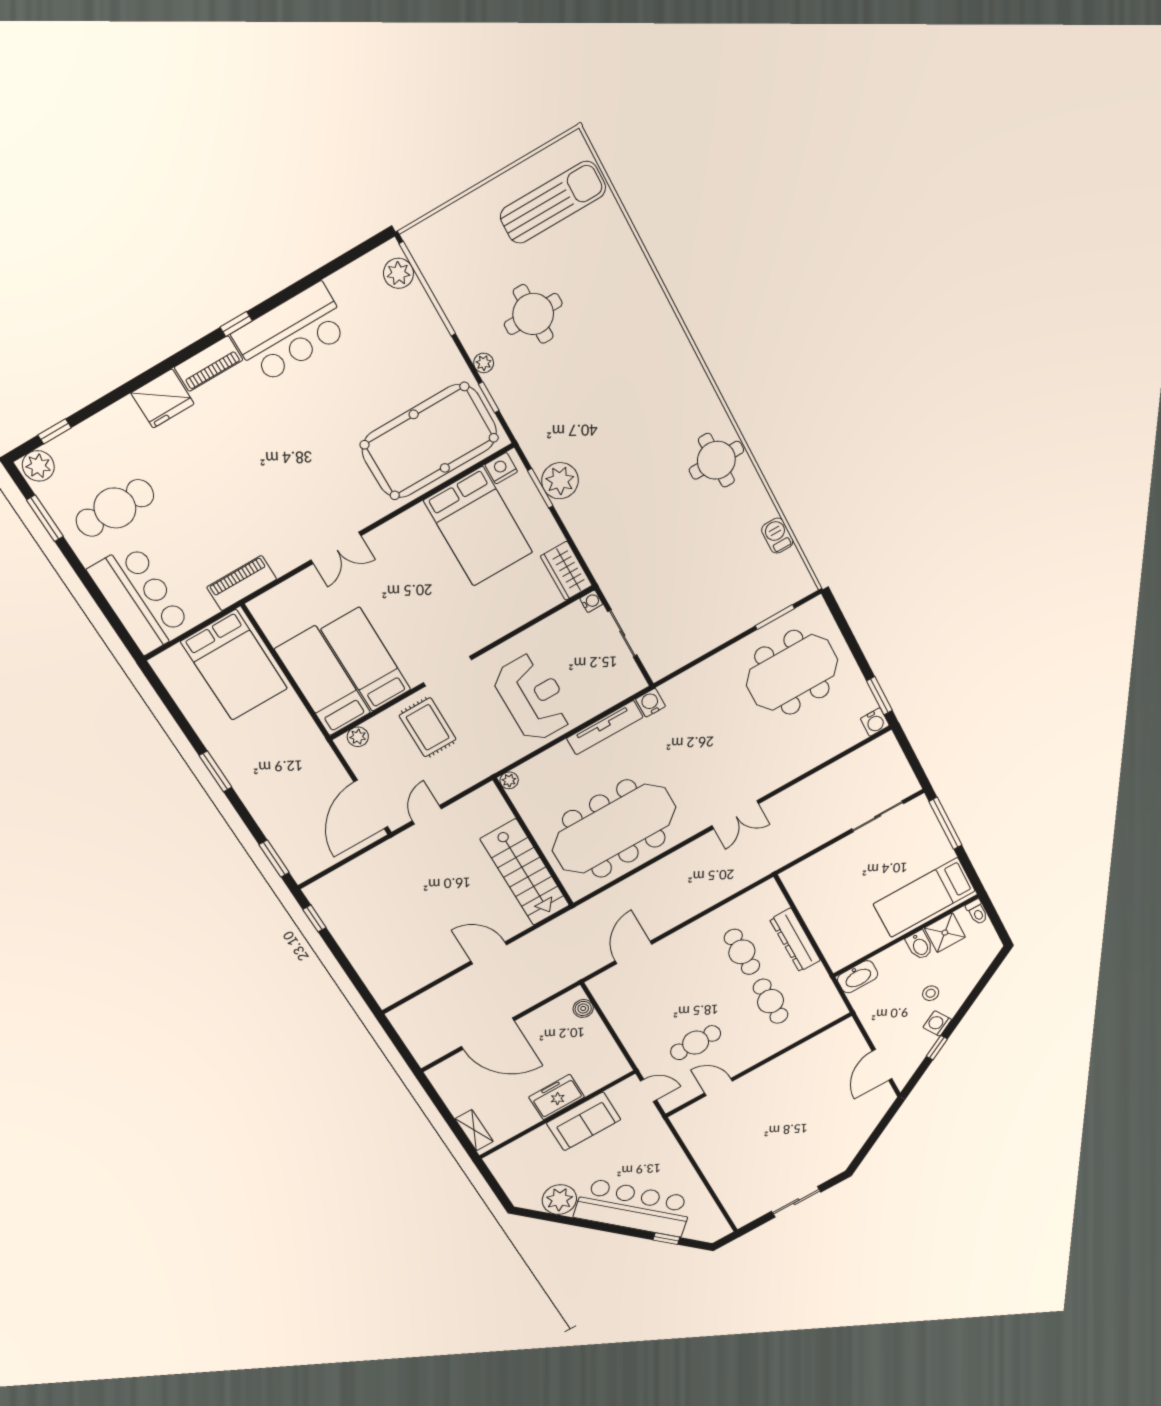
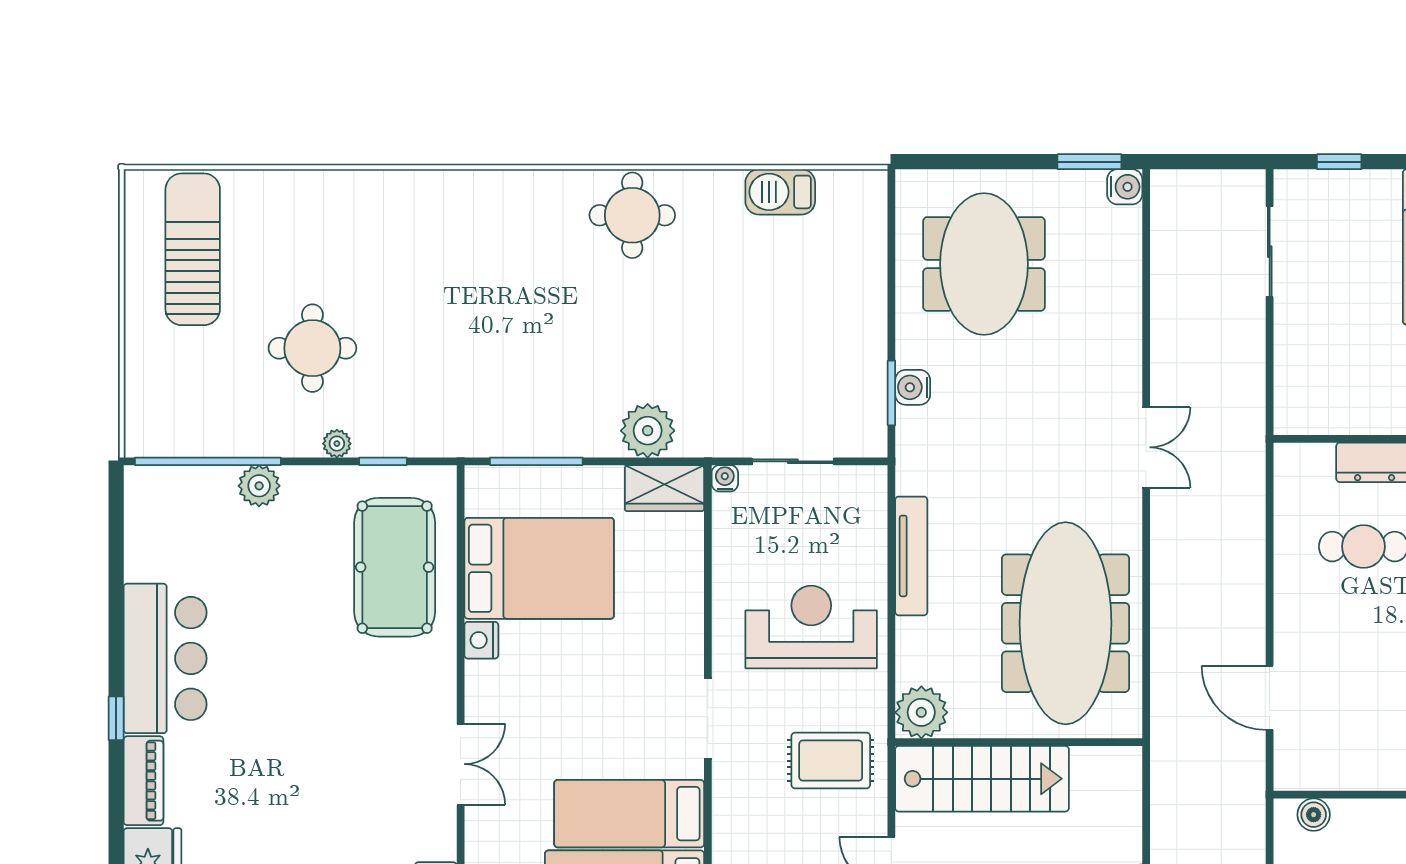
plant: (398, 273) -> (259, 486), moved
pool table: (429, 441) -> (395, 567), width x0.73, depth x0.76
nightstand: (501, 468) -> (481, 640), moved
plant: (560, 481) -> (648, 431), moved
window: (540, 488) -> (536, 461), width x1.44
barbecue: (777, 536) -> (780, 192), width x1.38, depth x1.27
window: (775, 617) -> (891, 393), moved
water cooler: (651, 703) -> (913, 387), moved
rug: (428, 727) -> (831, 761), moved
plant: (509, 780) -> (921, 712), width x1.87, depth x1.87
window: (945, 823) -> (1339, 162), width x0.46
stairs: (525, 872) -> (982, 779), moved

